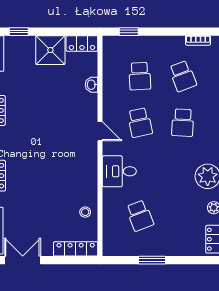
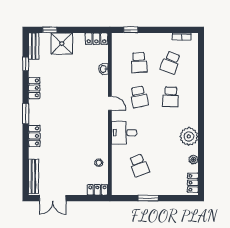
shower: (50, 50) -> (62, 43), moved
school desk: (183, 76) -> (171, 63), turned 42
locker: (76, 249) -> (97, 190), width x0.66
double door: (23, 260) -> (53, 198), swing flipped

